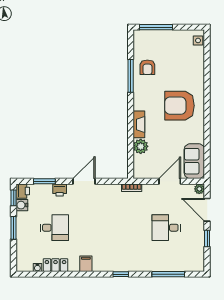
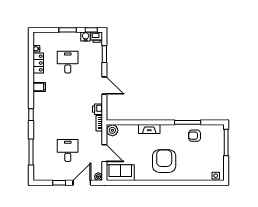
plant: (141, 146) -> (112, 130), moved
printer: (60, 190) -> (98, 109), moved
desk: (54, 228) -> (68, 62), turned 180

